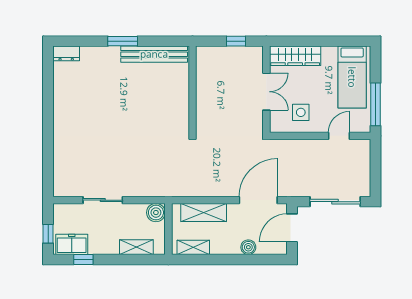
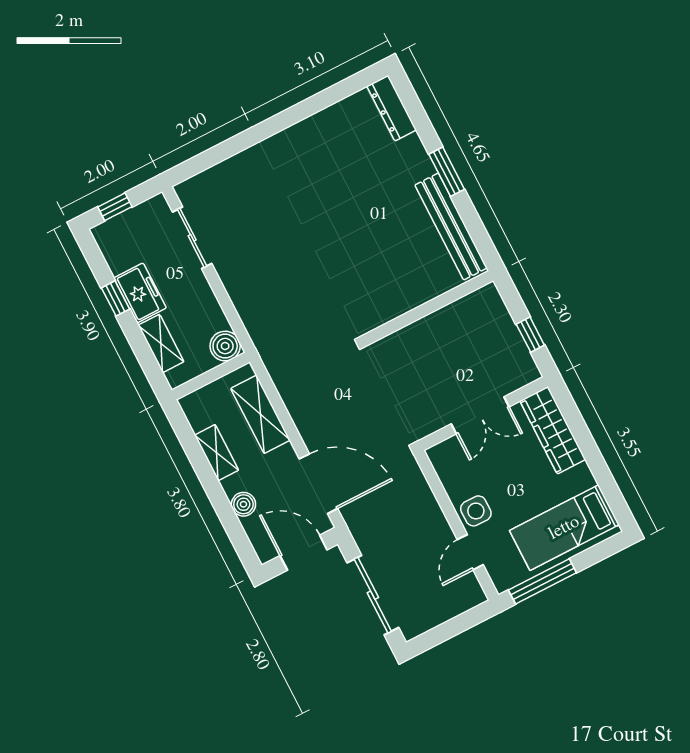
dresser: (66, 53) -> (392, 108), width x1.44
side table: (301, 112) -> (476, 511), moved
door: (339, 136) -> (470, 552), swing flipped
sliding door: (103, 200) -> (192, 238), moved
freezer: (72, 244) -> (140, 293), moved
shelving: (193, 247) -> (217, 453), moved
window: (83, 259) -> (115, 298), moved

